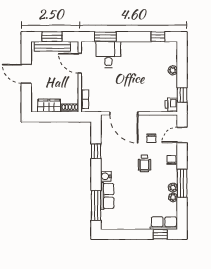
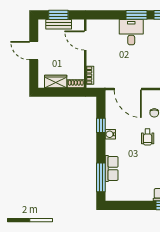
window: (105, 37) -> (137, 15), moved
bench: (52, 46) -> (59, 24), width x0.73
desk: (108, 55) -> (131, 32), moved
water cooler: (106, 176) -> (110, 134), moved

